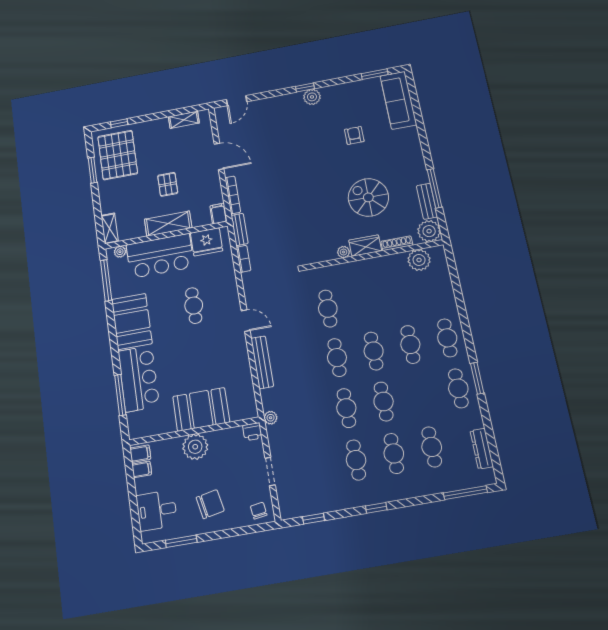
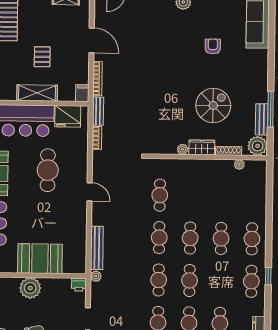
spiral stairs: (368, 197) -> (213, 106), turned 90
plant: (419, 260) -> (239, 165), width x0.53, depth x0.53
cafe table: (194, 306) -> (48, 170), width x1.37, depth x1.35
bench: (262, 362) -> (97, 248), moved
window: (477, 378) -> (268, 276), width x0.67

